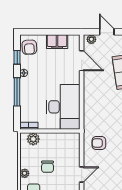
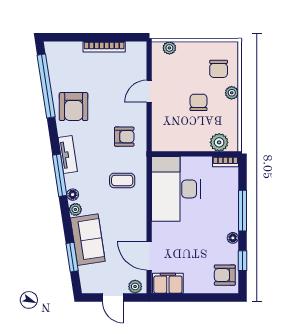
filing cabinet: (57, 42) -> (168, 283), moved
armchair: (29, 47) -> (225, 275), turned -87
coffee table: (100, 113) -> (122, 180), added

